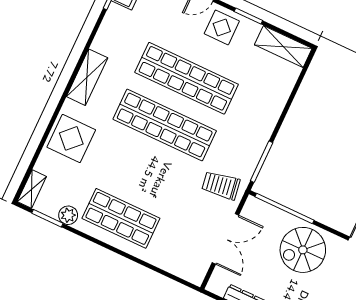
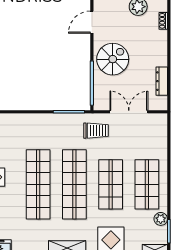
shop shelf: (143, 172) -> (111, 184), added
trolley: (221, 185) -> (96, 131), turned -81
spiral stairs: (303, 250) -> (113, 59), turned -90

